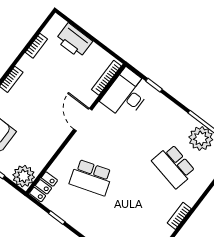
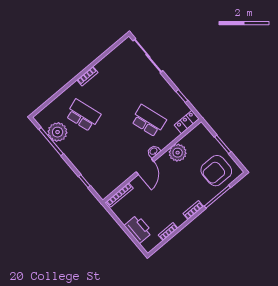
desk: (126, 94) -> (107, 179), removed
washbasin: (76, 141) -> (154, 151), added
school desk: (174, 166) -> (83, 115), turned -30
plant: (24, 176) -> (178, 153), moved

